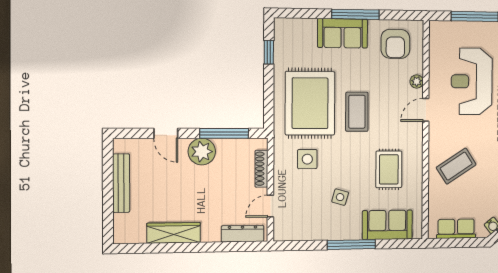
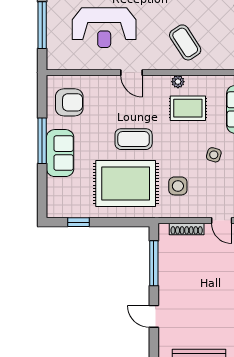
plant: (417, 82) -> (178, 82), moved
door: (166, 133) -> (154, 316), swing flipped
plant: (202, 152) -> (171, 284), removed

